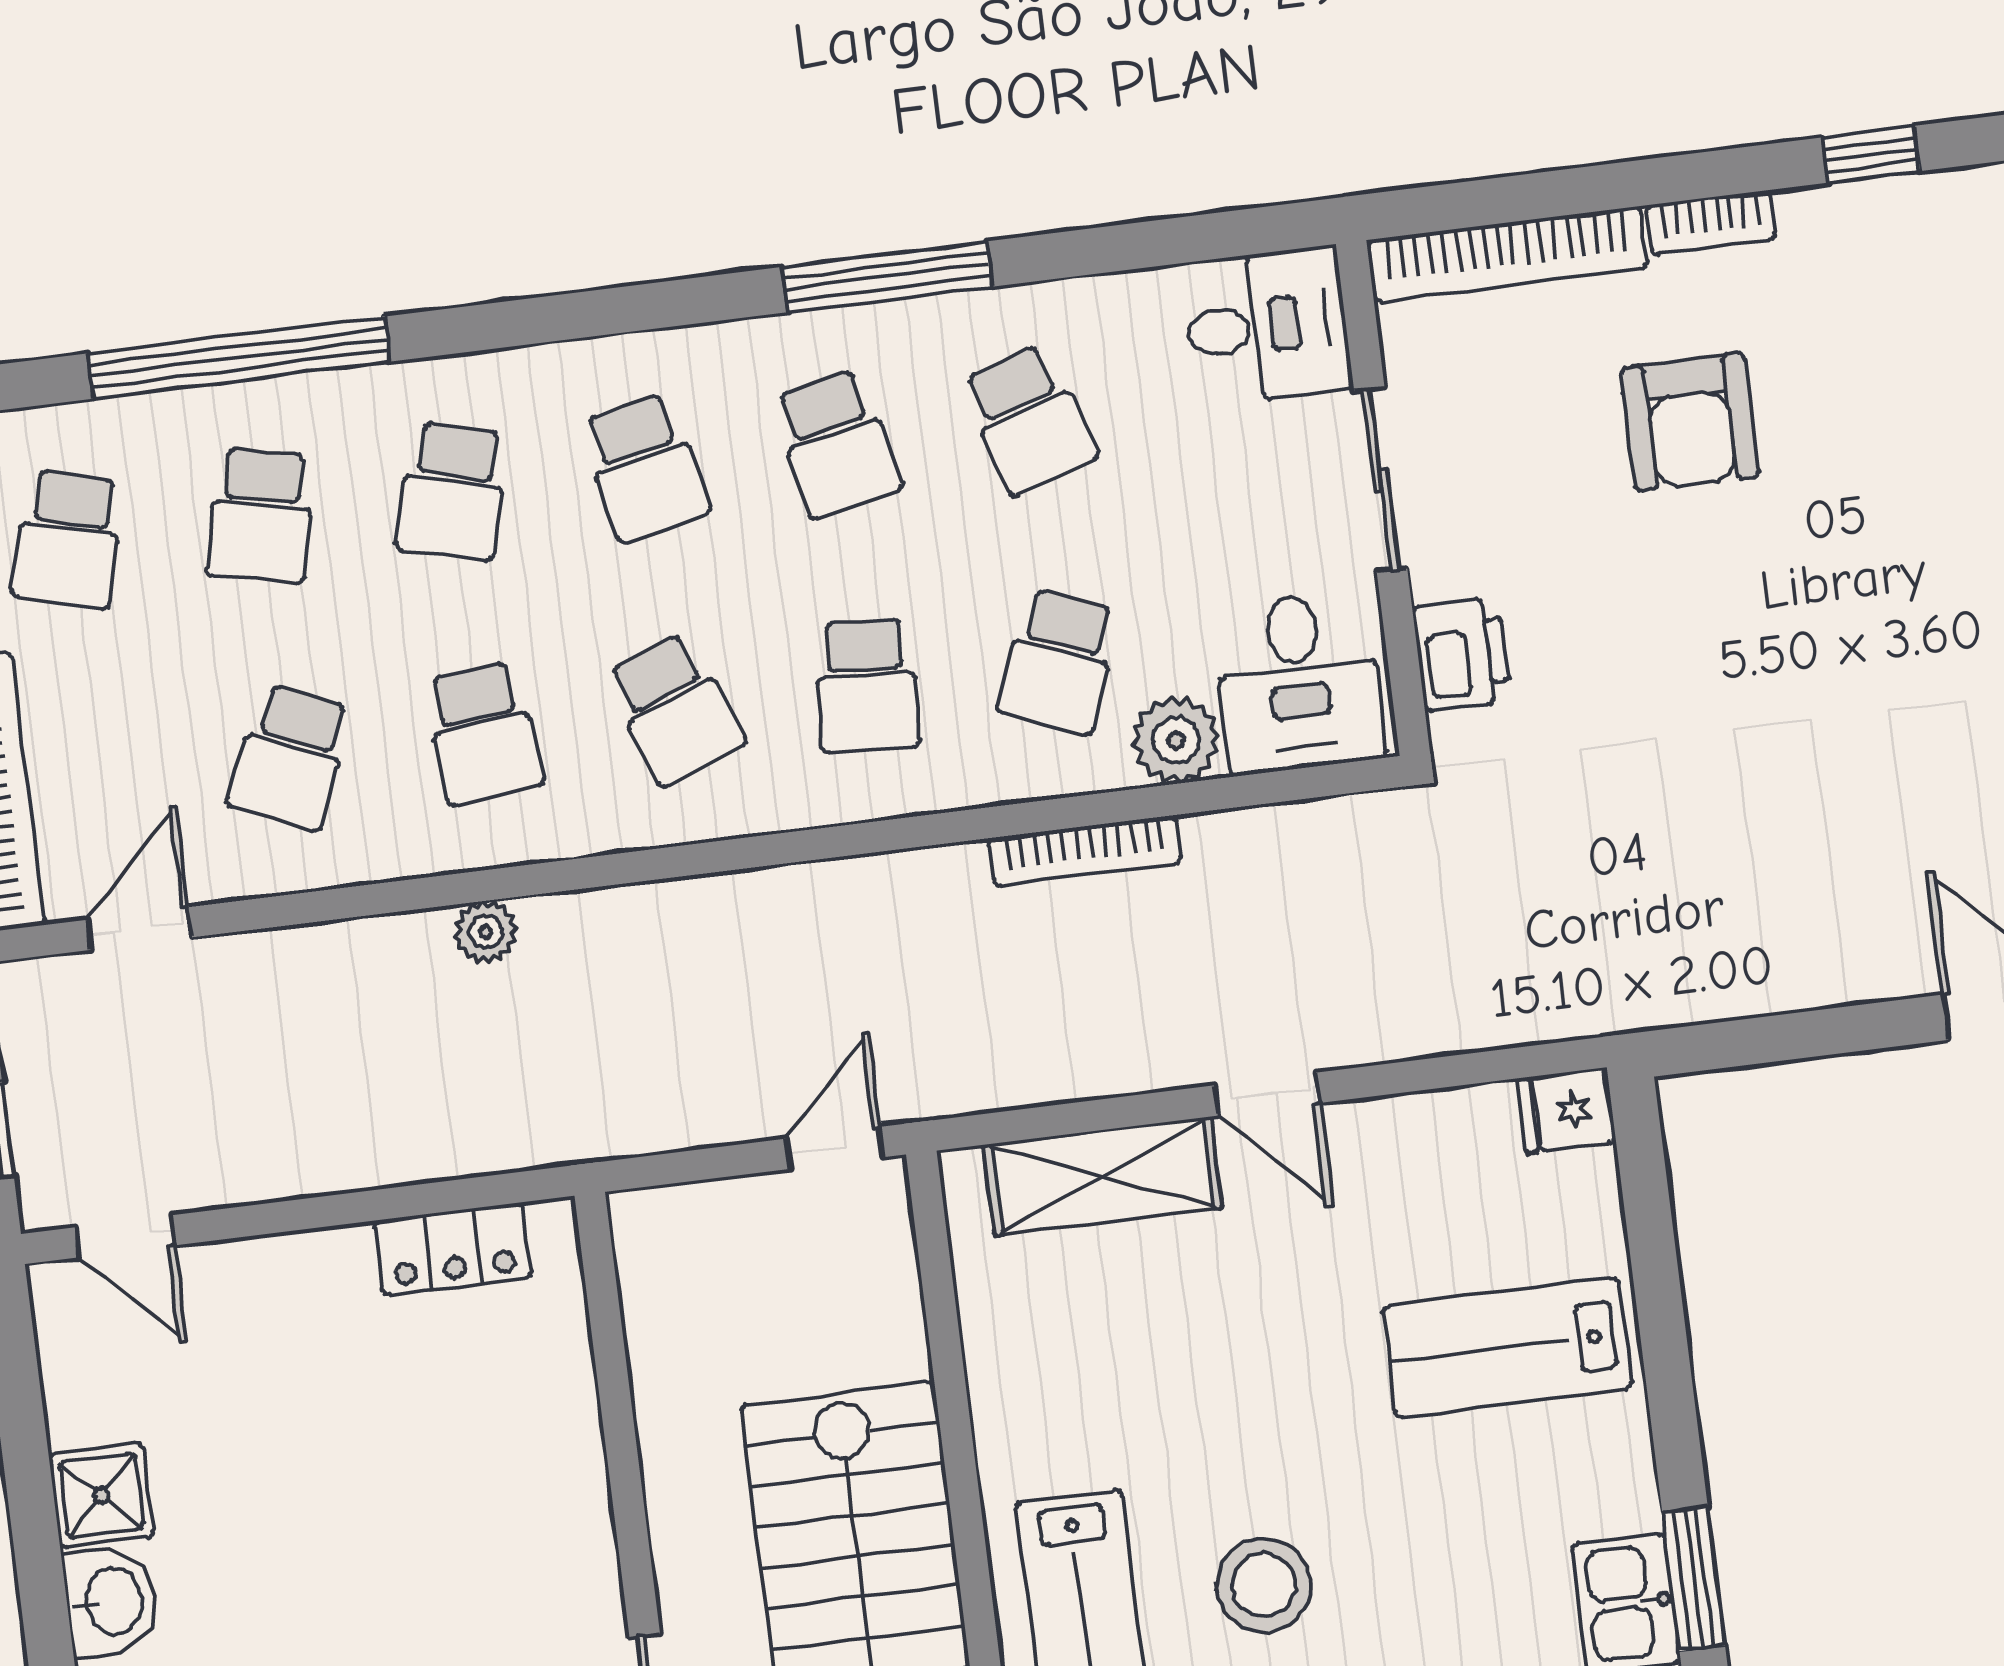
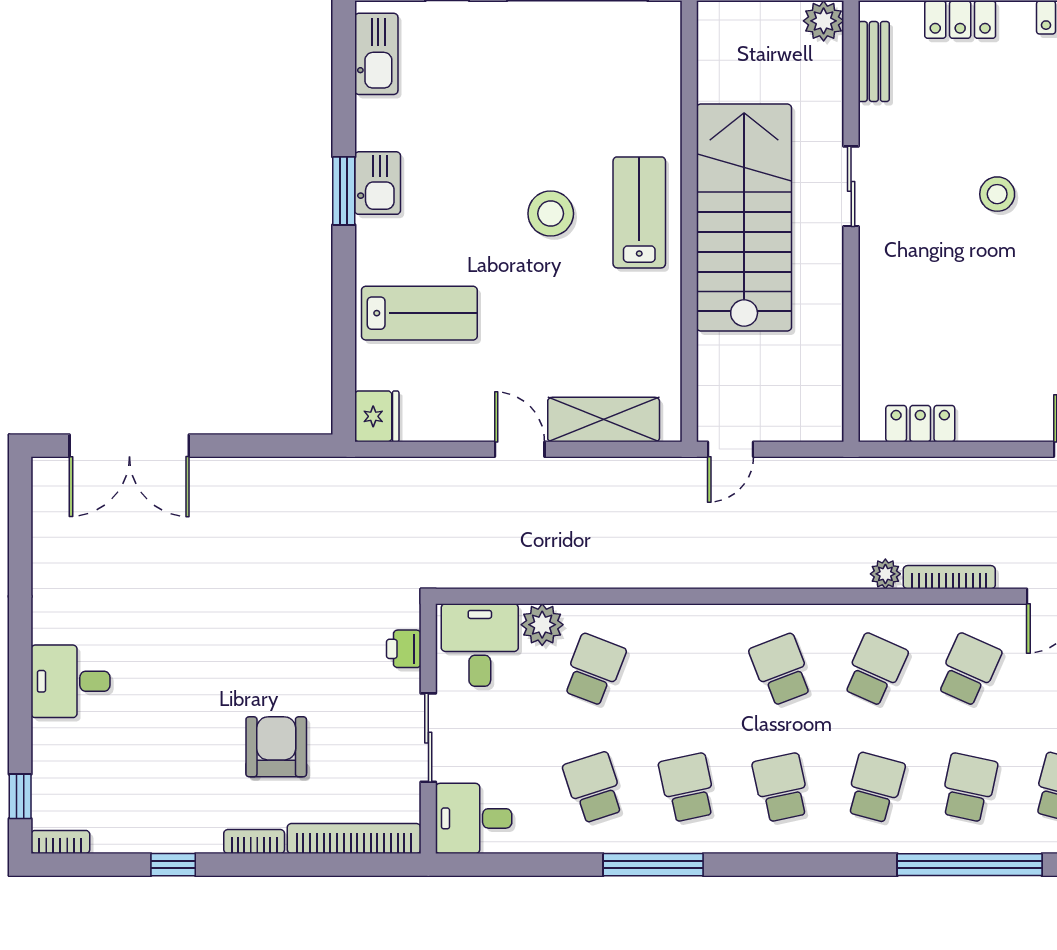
printer: (1462, 654) -> (404, 649), width x0.73, depth x0.81
school desk: (867, 685) -> (688, 670), removed
school desk: (483, 733) -> (875, 670), turned 30
bookcase: (1085, 850) -> (949, 577), moved
fridge: (1566, 1111) -> (377, 416), width x1.38

